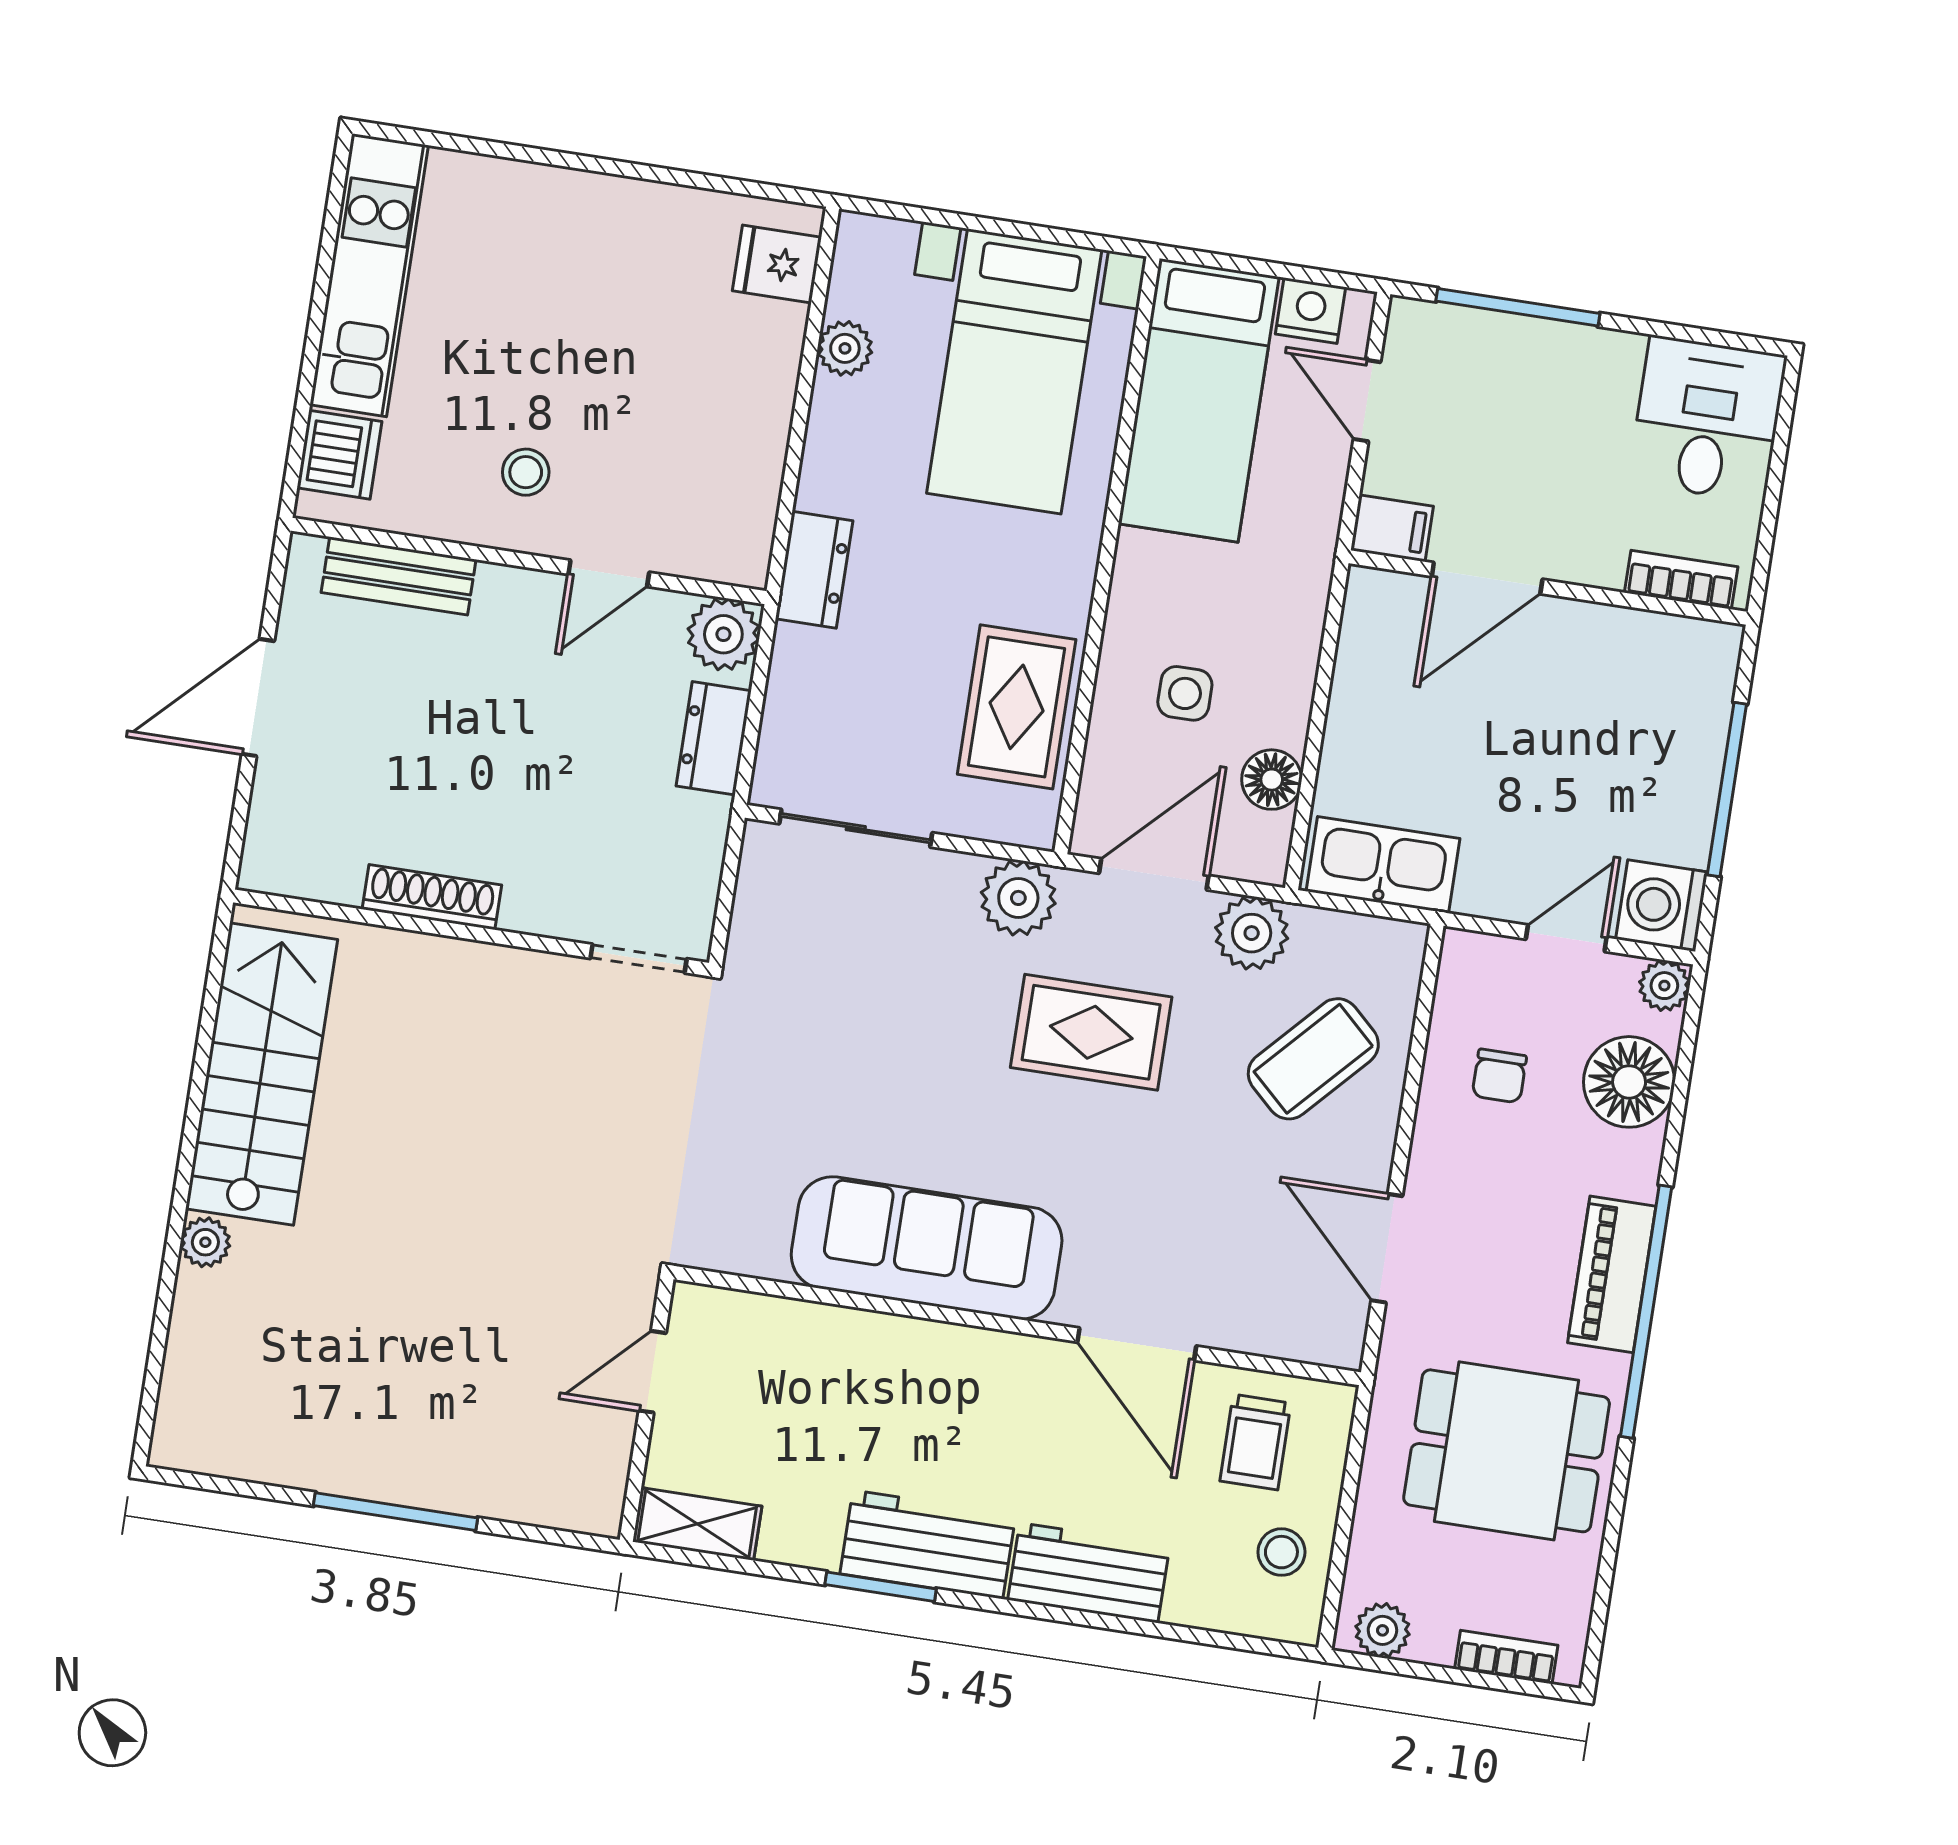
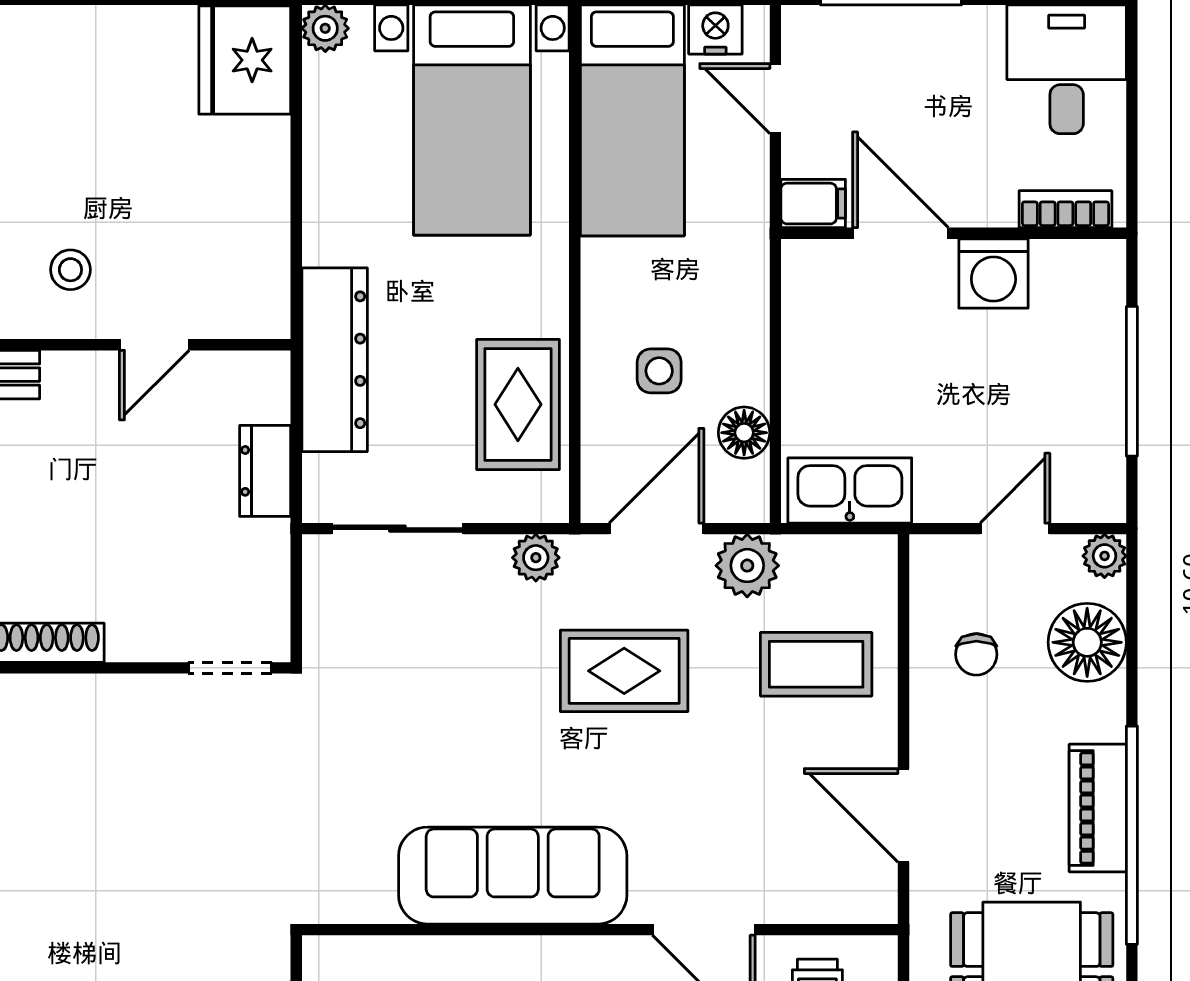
fridge: (777, 264) -> (245, 60), width x1.88, depth x1.34
plant: (845, 348) -> (325, 28), moved
dresser: (814, 570) -> (335, 360), width x1.96, depth x1.24
door: (1487, 578) -> (900, 233), swing flipped
plant: (723, 634) -> (260, 381), removed
plant: (1018, 898) -> (536, 558), width x0.73, depth x0.73
washing machine: (1662, 906) -> (993, 274), moved, turned -90
coffee table: (1313, 1059) -> (816, 664), turned 47

